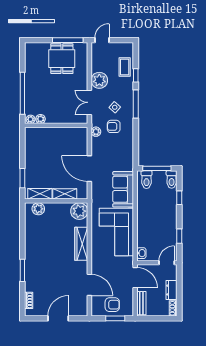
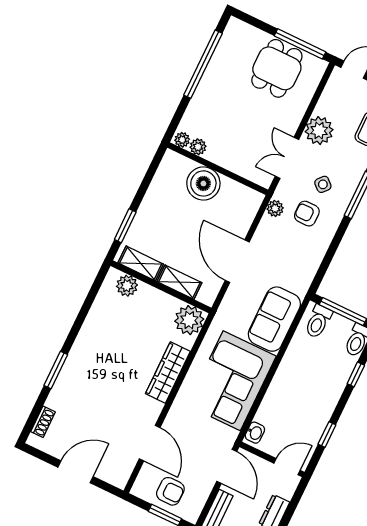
window: (22, 93) -> (203, 64), moved
boiler: (52, 137) -> (203, 183), added

